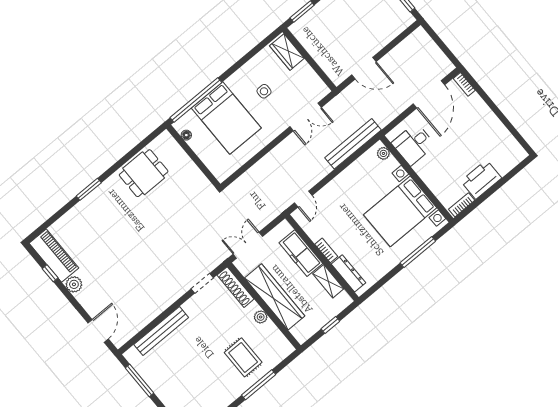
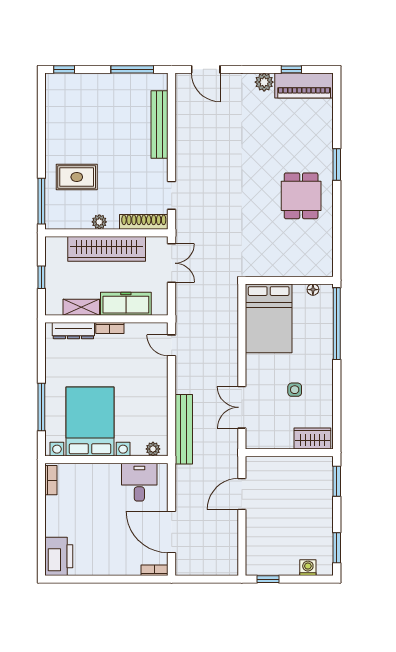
bed: (226, 118) -> (269, 318), moved, turned -90
dining table: (144, 173) -> (301, 196), moved
printer: (481, 180) -> (59, 556), moved
window: (259, 385) -> (41, 201), moved

